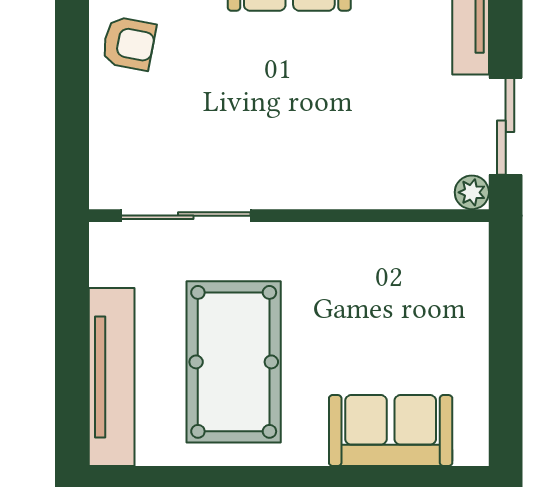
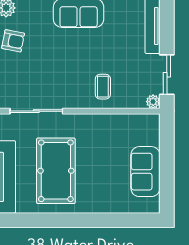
coffee table: (349, 156) -> (103, 87), added
sofa: (391, 431) -> (145, 172), moved, turned -90

